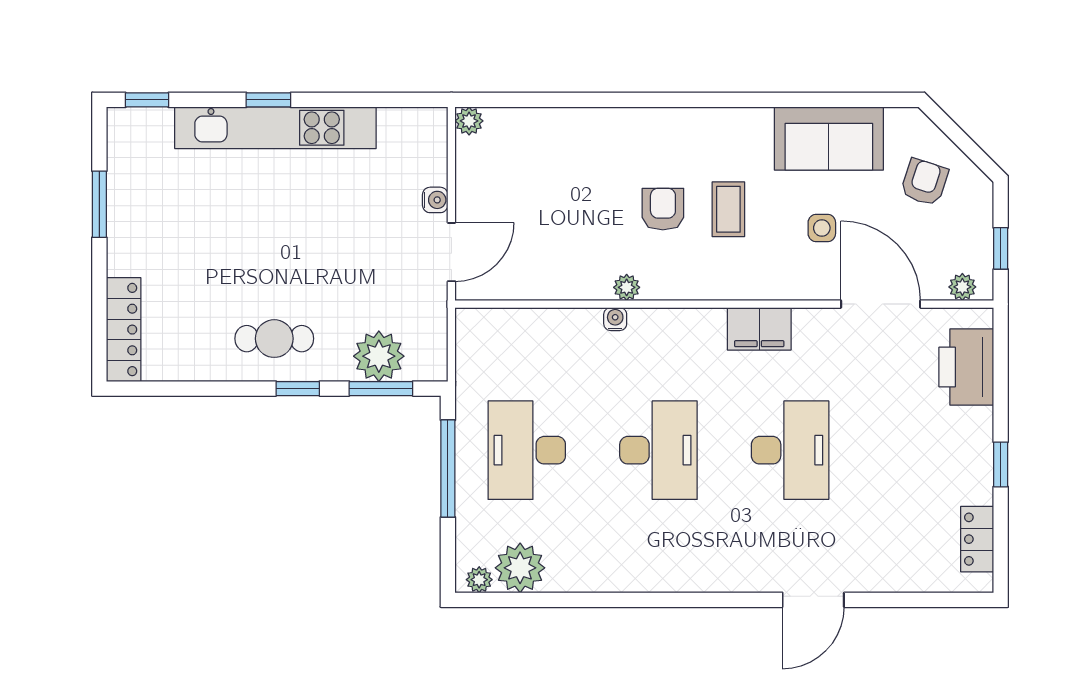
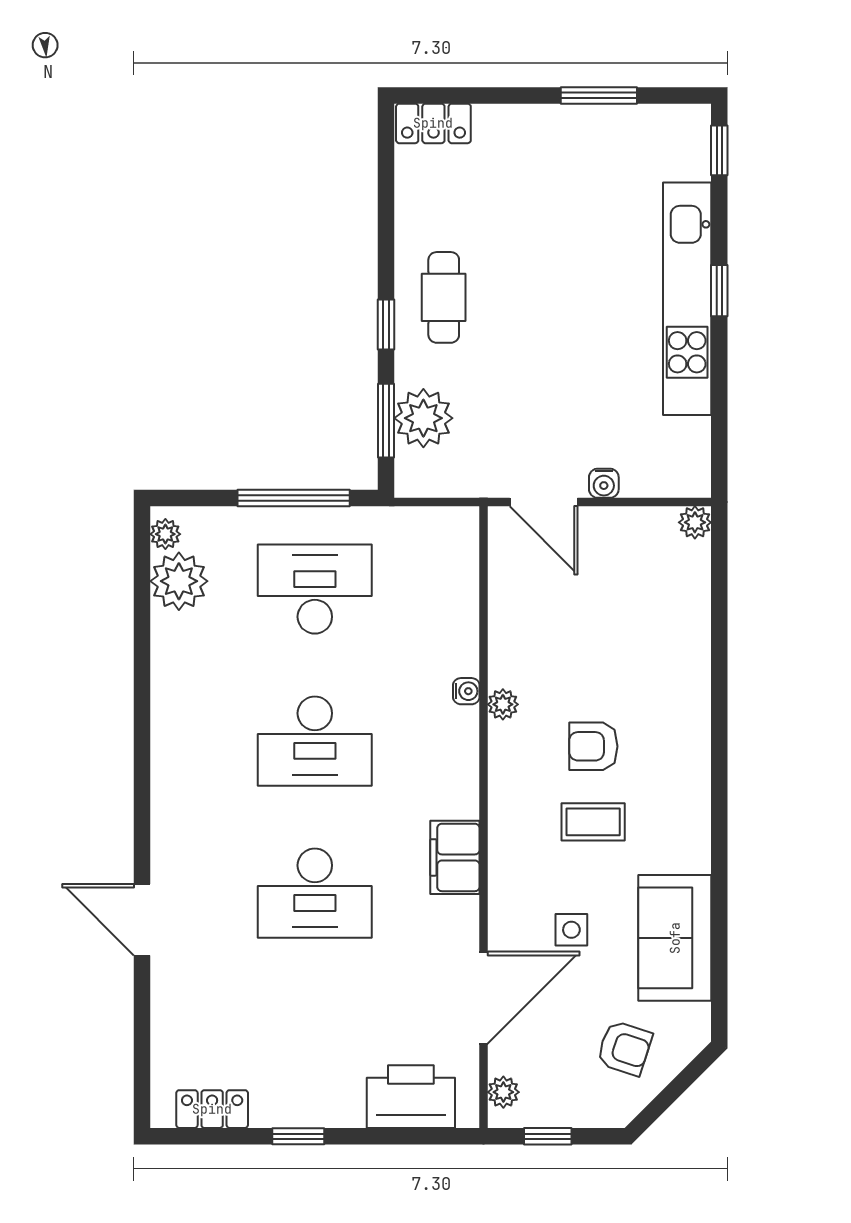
armchair: (663, 209) -> (593, 746), turned 180
locker: (124, 330) -> (433, 123), width x0.66

